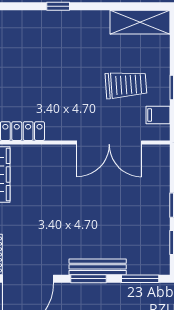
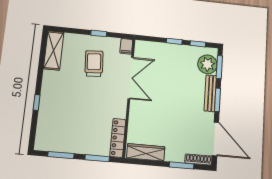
filing cabinet: (158, 115) -> (126, 46), moved
plant: (143, 260) -> (207, 64), added

